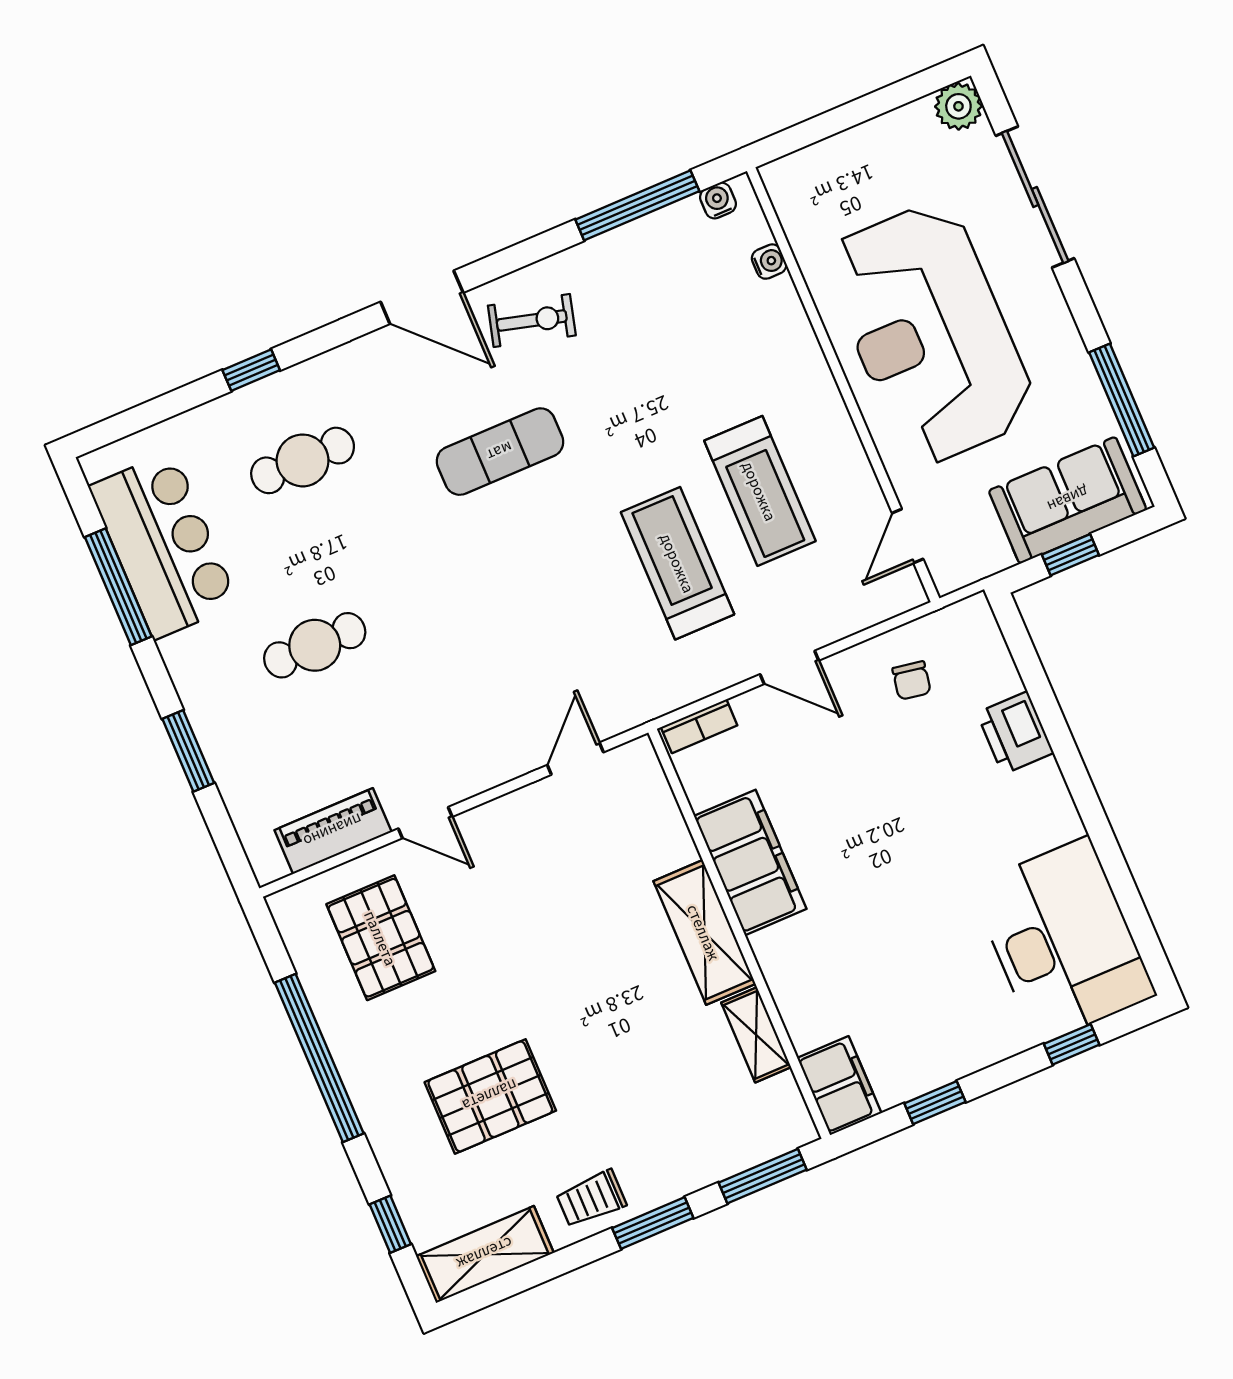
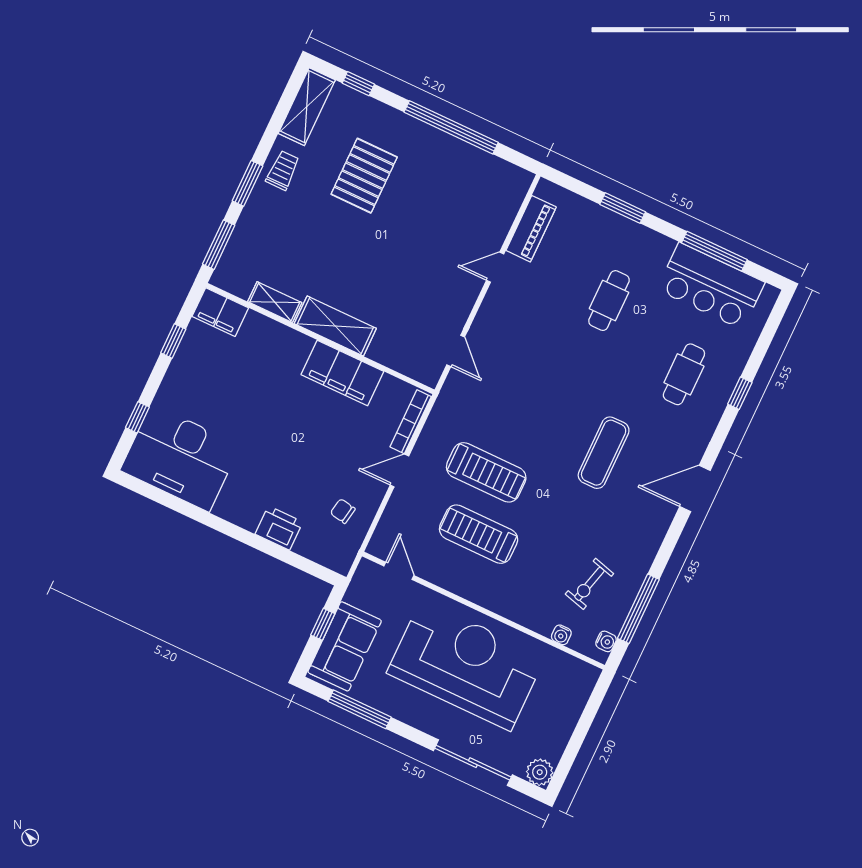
exercise bike: (532, 320) -> (589, 584), moved
bookcase: (699, 726) -> (411, 422), width x1.56
pallet: (381, 938) -> (471, 202), removed

